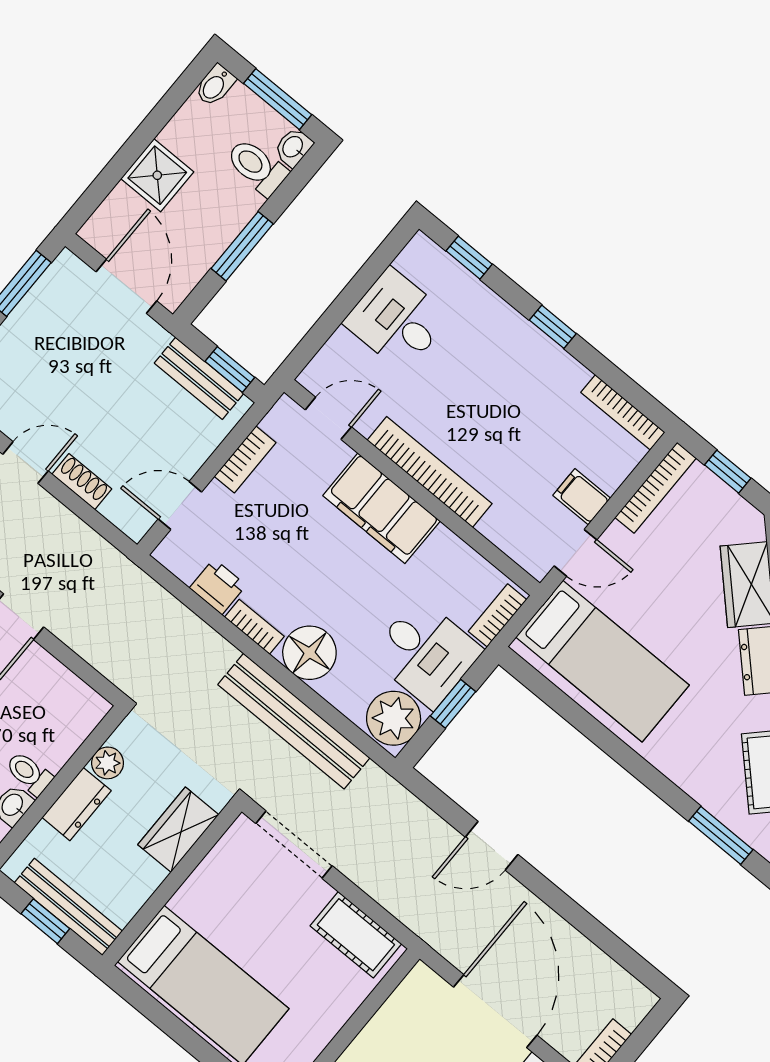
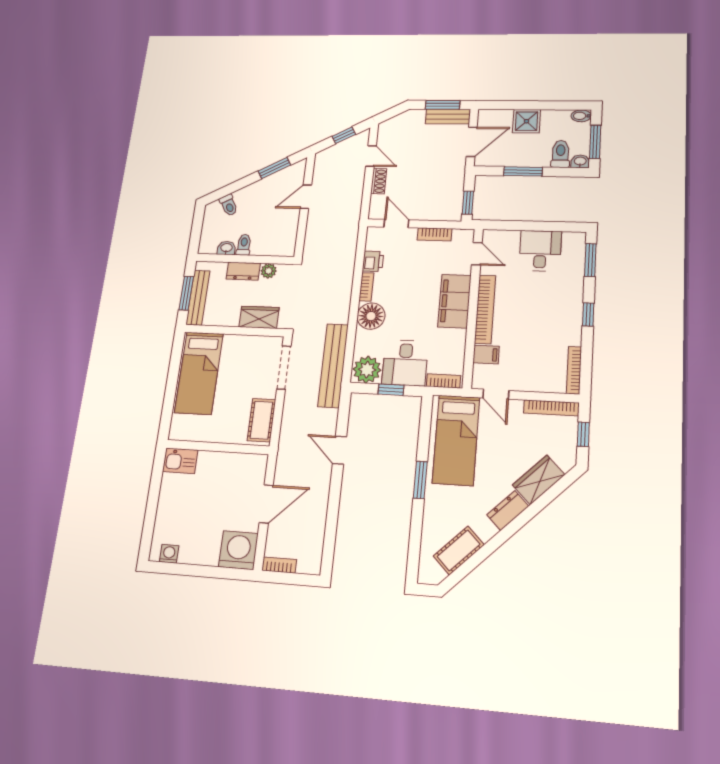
window: (469, 258) -> (590, 260), width x1.50
bench: (199, 378) -> (448, 116), moved, turned 90
filing cabinet: (582, 497) -> (486, 354), moved, turned 90
bench: (294, 721) -> (333, 365), moved
window: (721, 835) -> (420, 480), moved
window: (45, 921) -> (186, 293), width x1.50
door: (495, 1011) -> (266, 504), width x0.73

